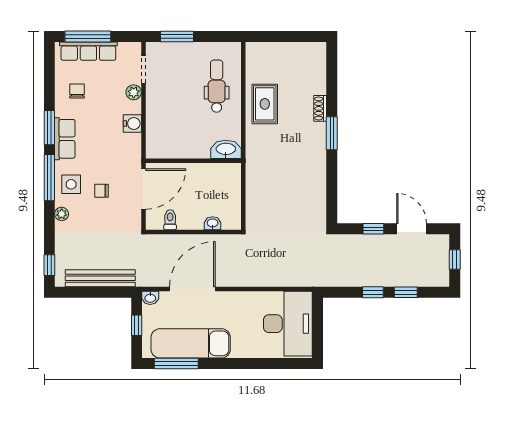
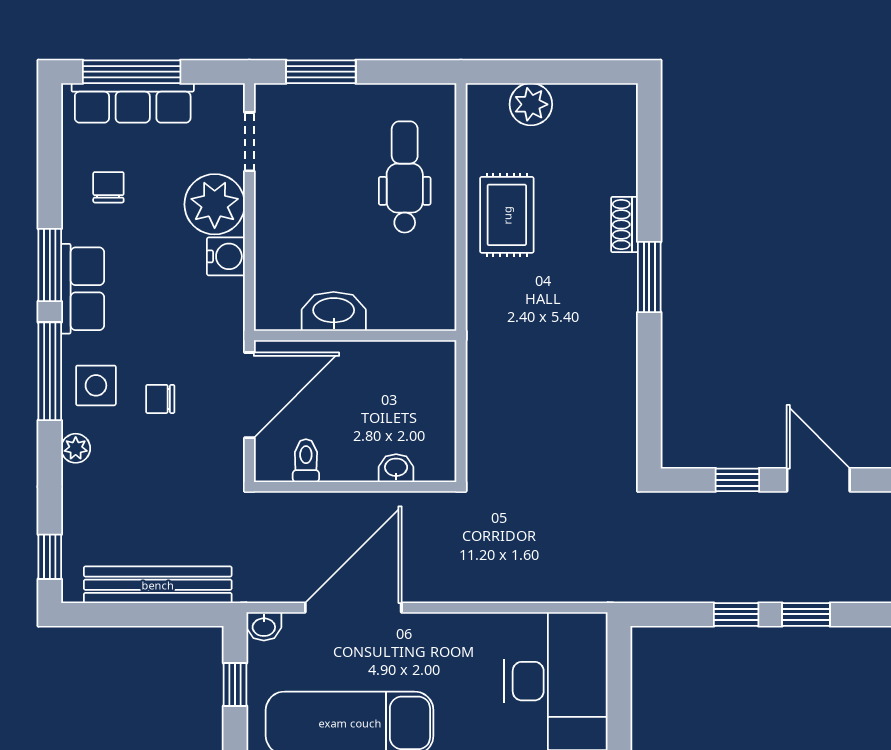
plant: (276, 52) -> (531, 104), added
plant: (134, 92) -> (215, 204), width x1.88, depth x1.88
washbasin: (226, 149) -> (334, 311), moved

